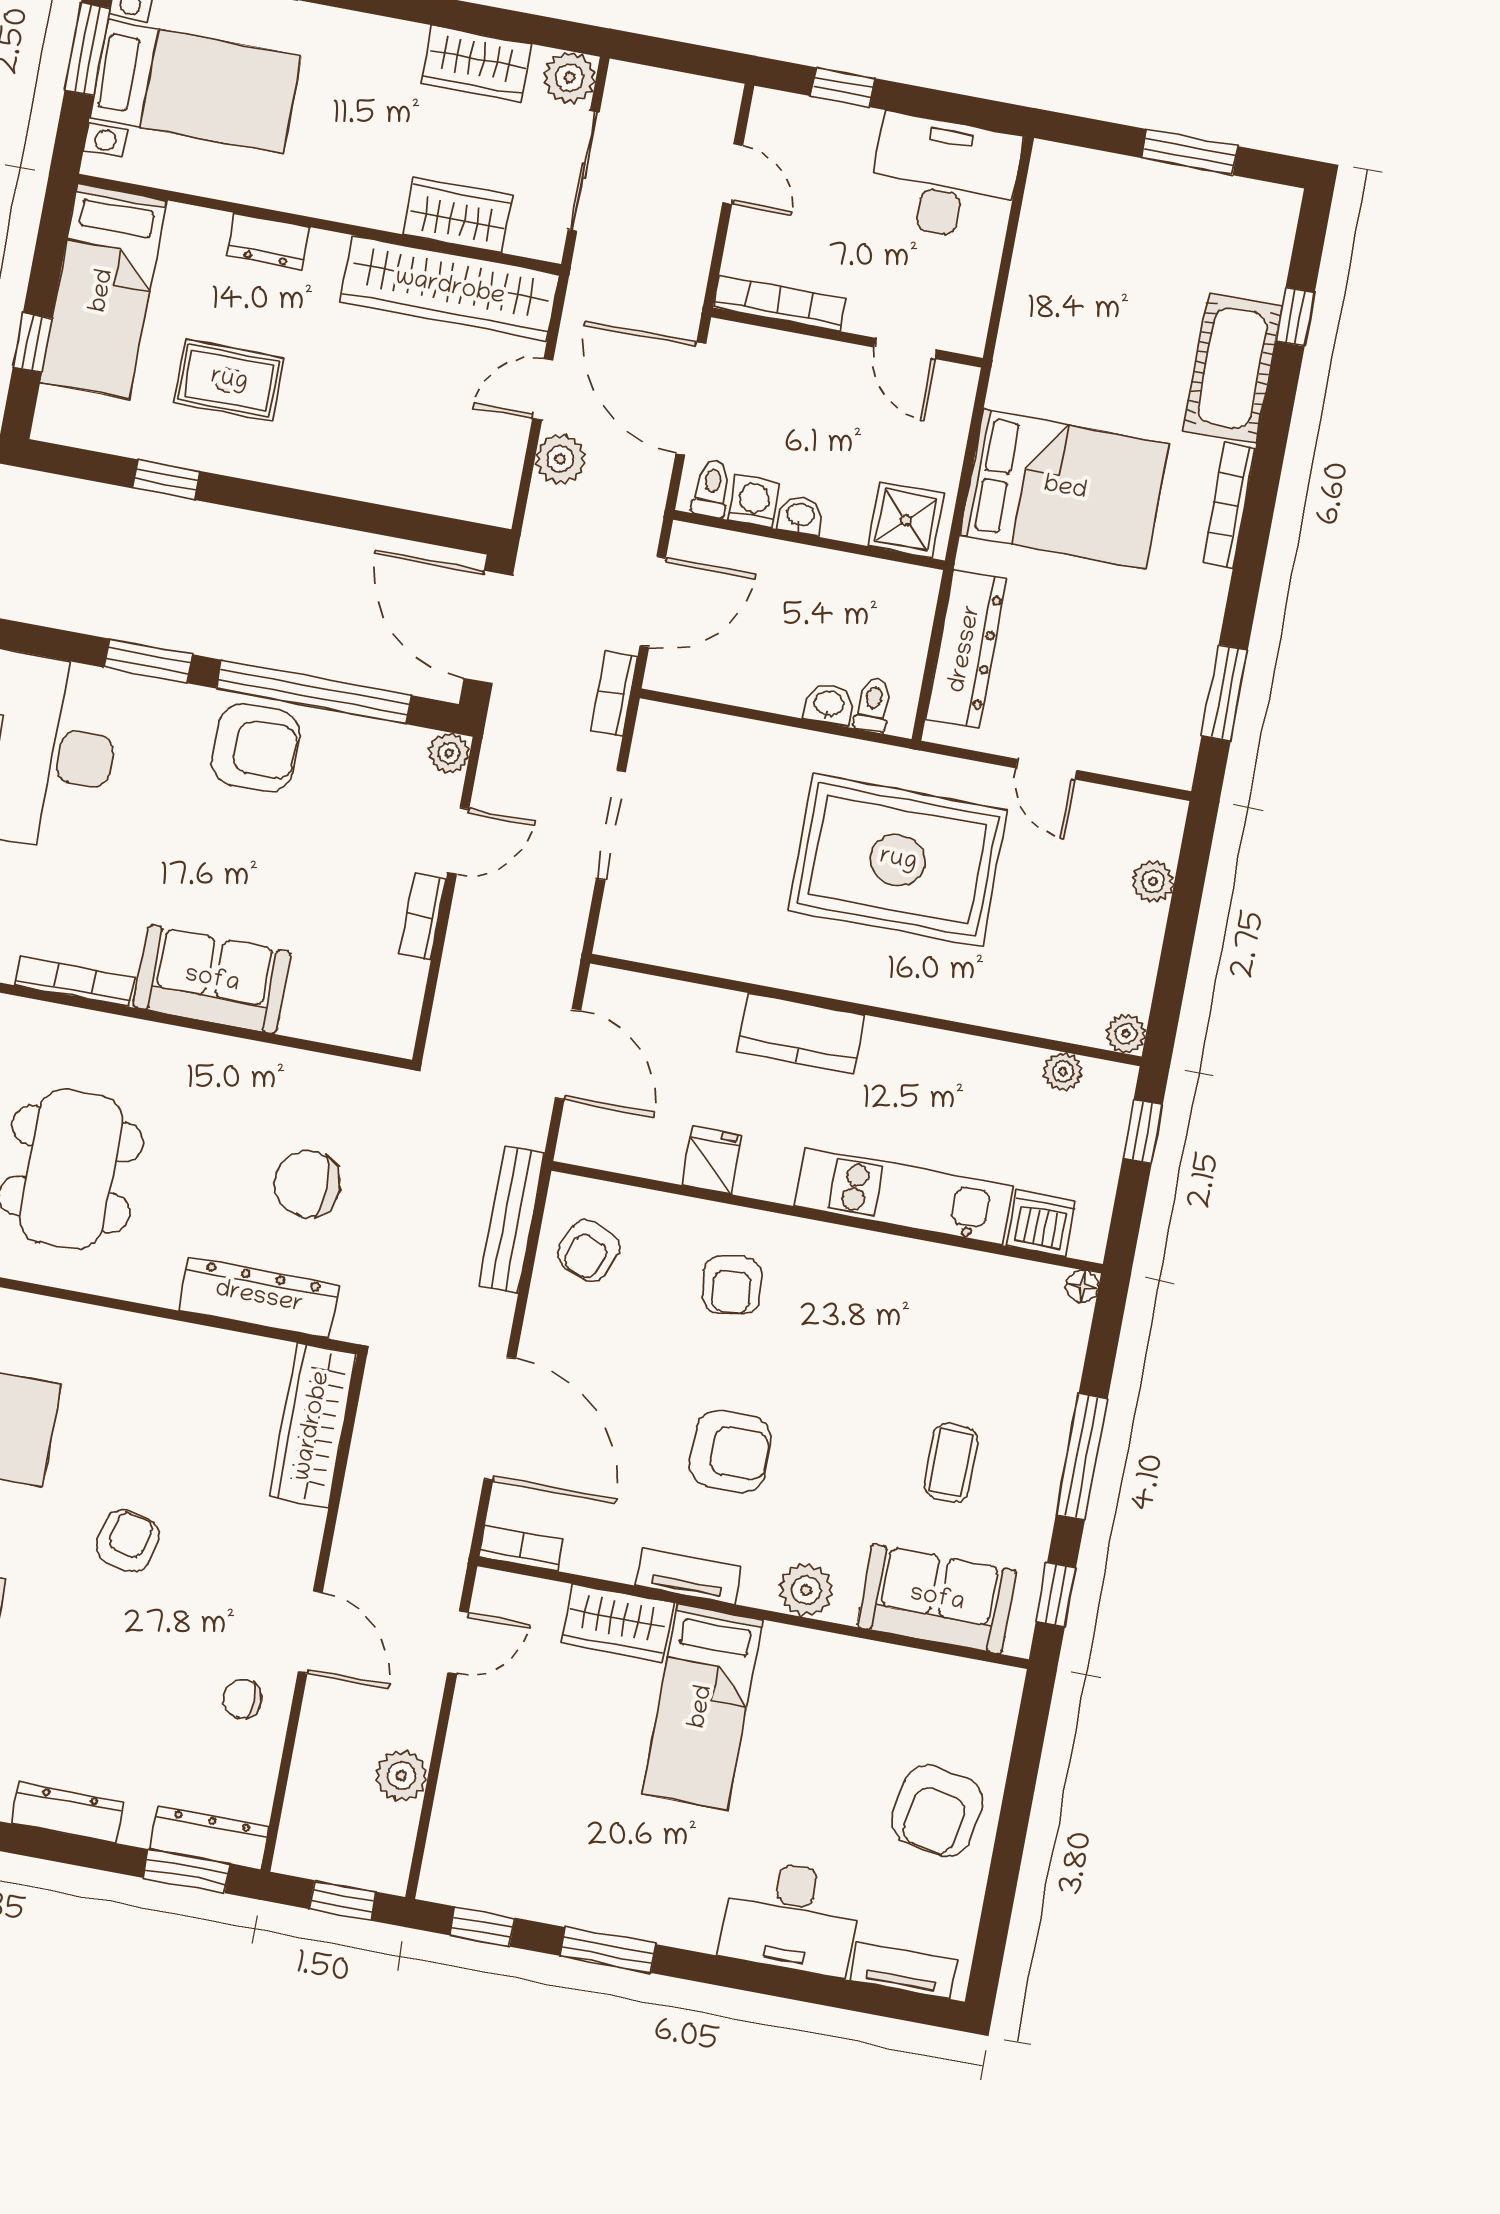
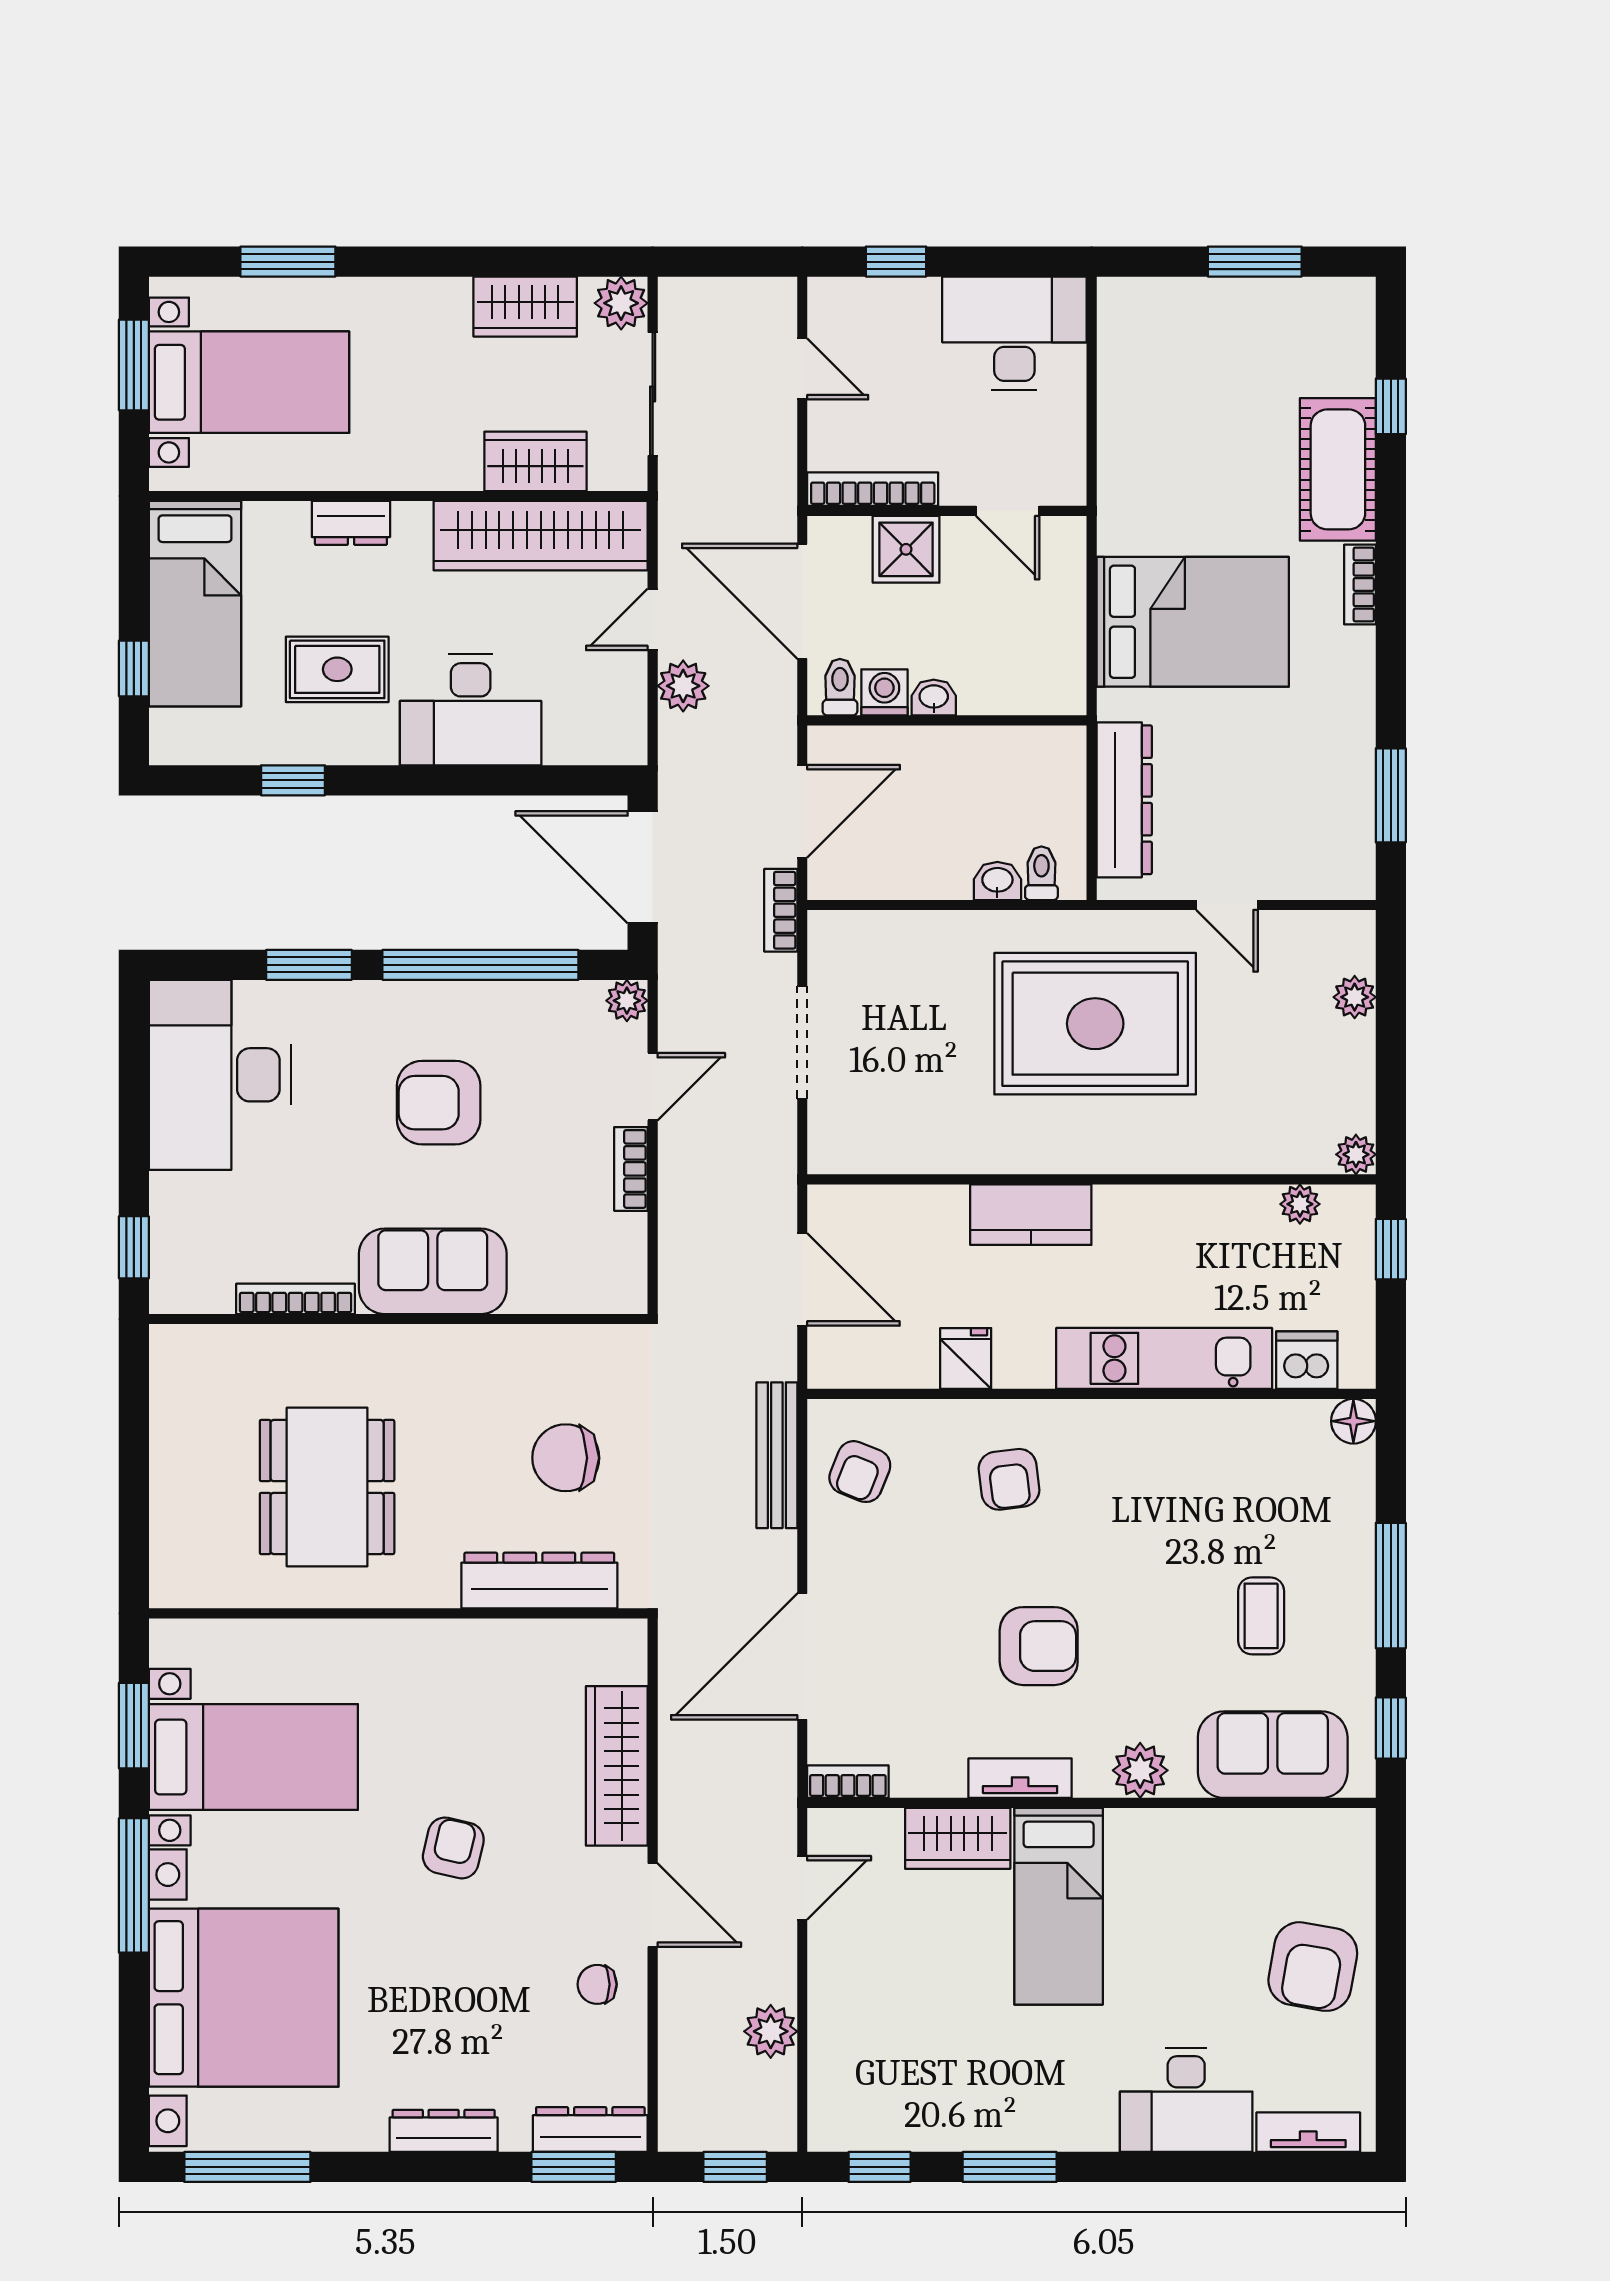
desk: (350, 444) -> (471, 710), added
bookcase: (1229, 505) -> (1360, 584), width x0.64
shower: (906, 520) -> (906, 549), moved
armchair: (256, 748) -> (439, 1103), moved, turned 180
floor lamp: (1082, 1286) -> (1353, 1421), width x1.37, depth x1.37
door: (500, 1419) -> (802, 1656), swing flipped
wardrobe: (313, 1426) -> (617, 1766), moved

